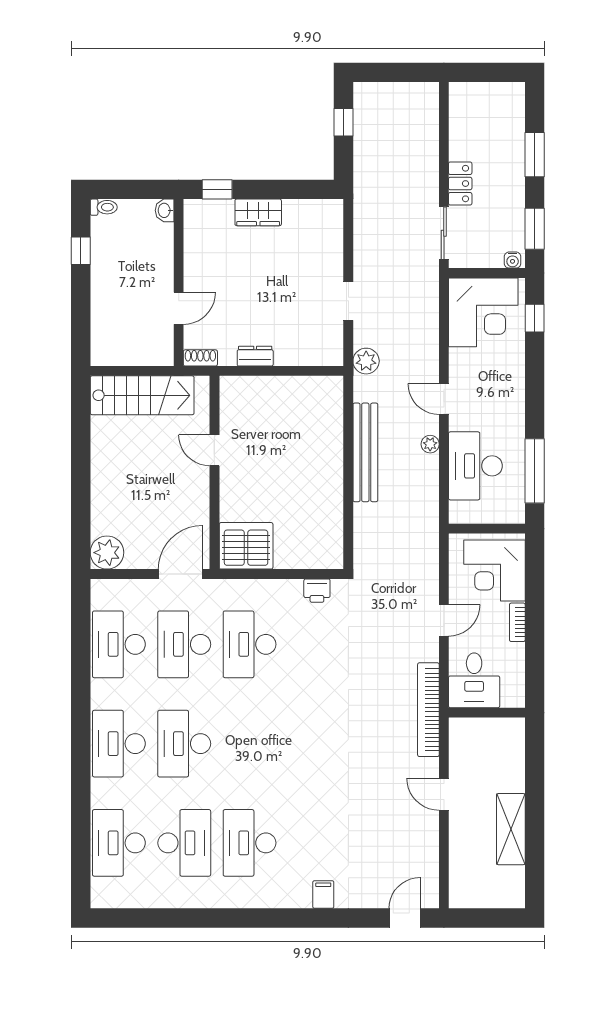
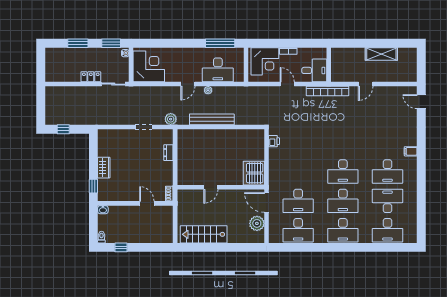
window: (535, 318) -> (151, 43), removed
dresser: (255, 356) -> (168, 153), moved
stairs: (142, 395) -> (204, 234), moved, turned -90
plant: (107, 553) -> (257, 223), moved
desk: (250, 644) -> (343, 171), moved
filing cabinet: (323, 895) -> (411, 151), moved

